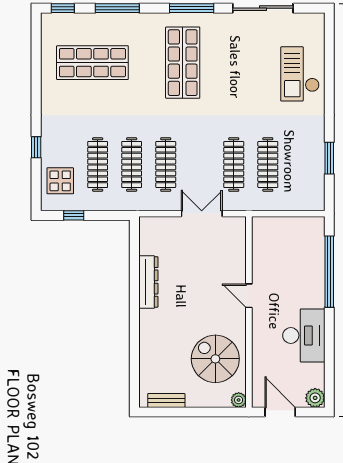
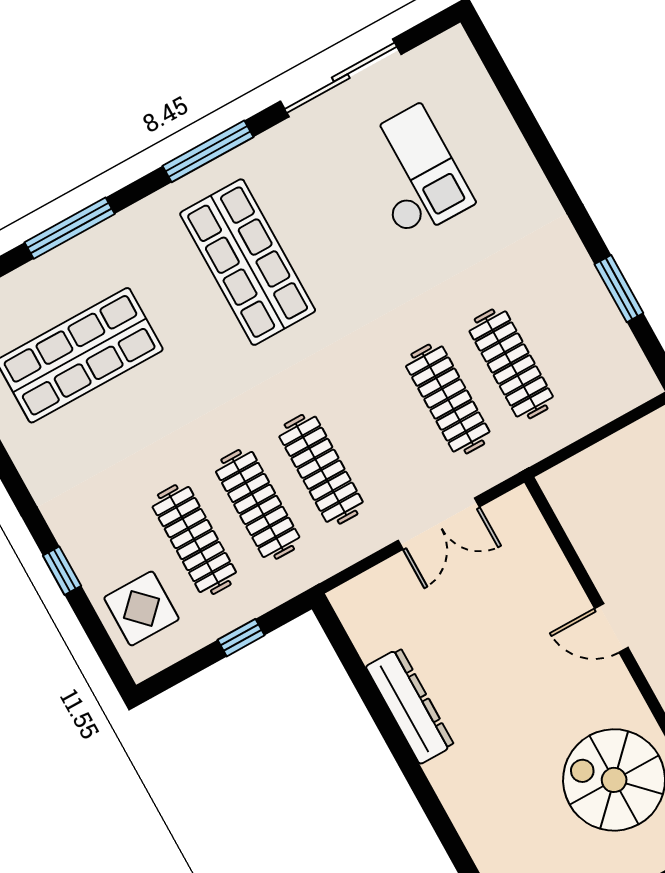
checkout: (300, 74) -> (413, 172), moved, turned 180
double door: (202, 214) -> (439, 524), swing flipped
window: (74, 215) -> (241, 638), moved

